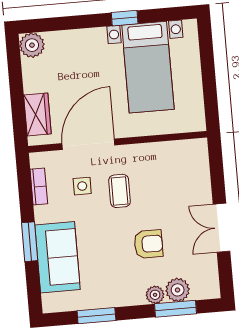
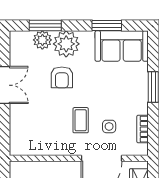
armchair: (148, 244) -> (62, 77), turned -90
sofa: (58, 257) -> (122, 46), moved, turned -90
plant: (155, 295) -> (66, 44), width x1.88, depth x1.88

